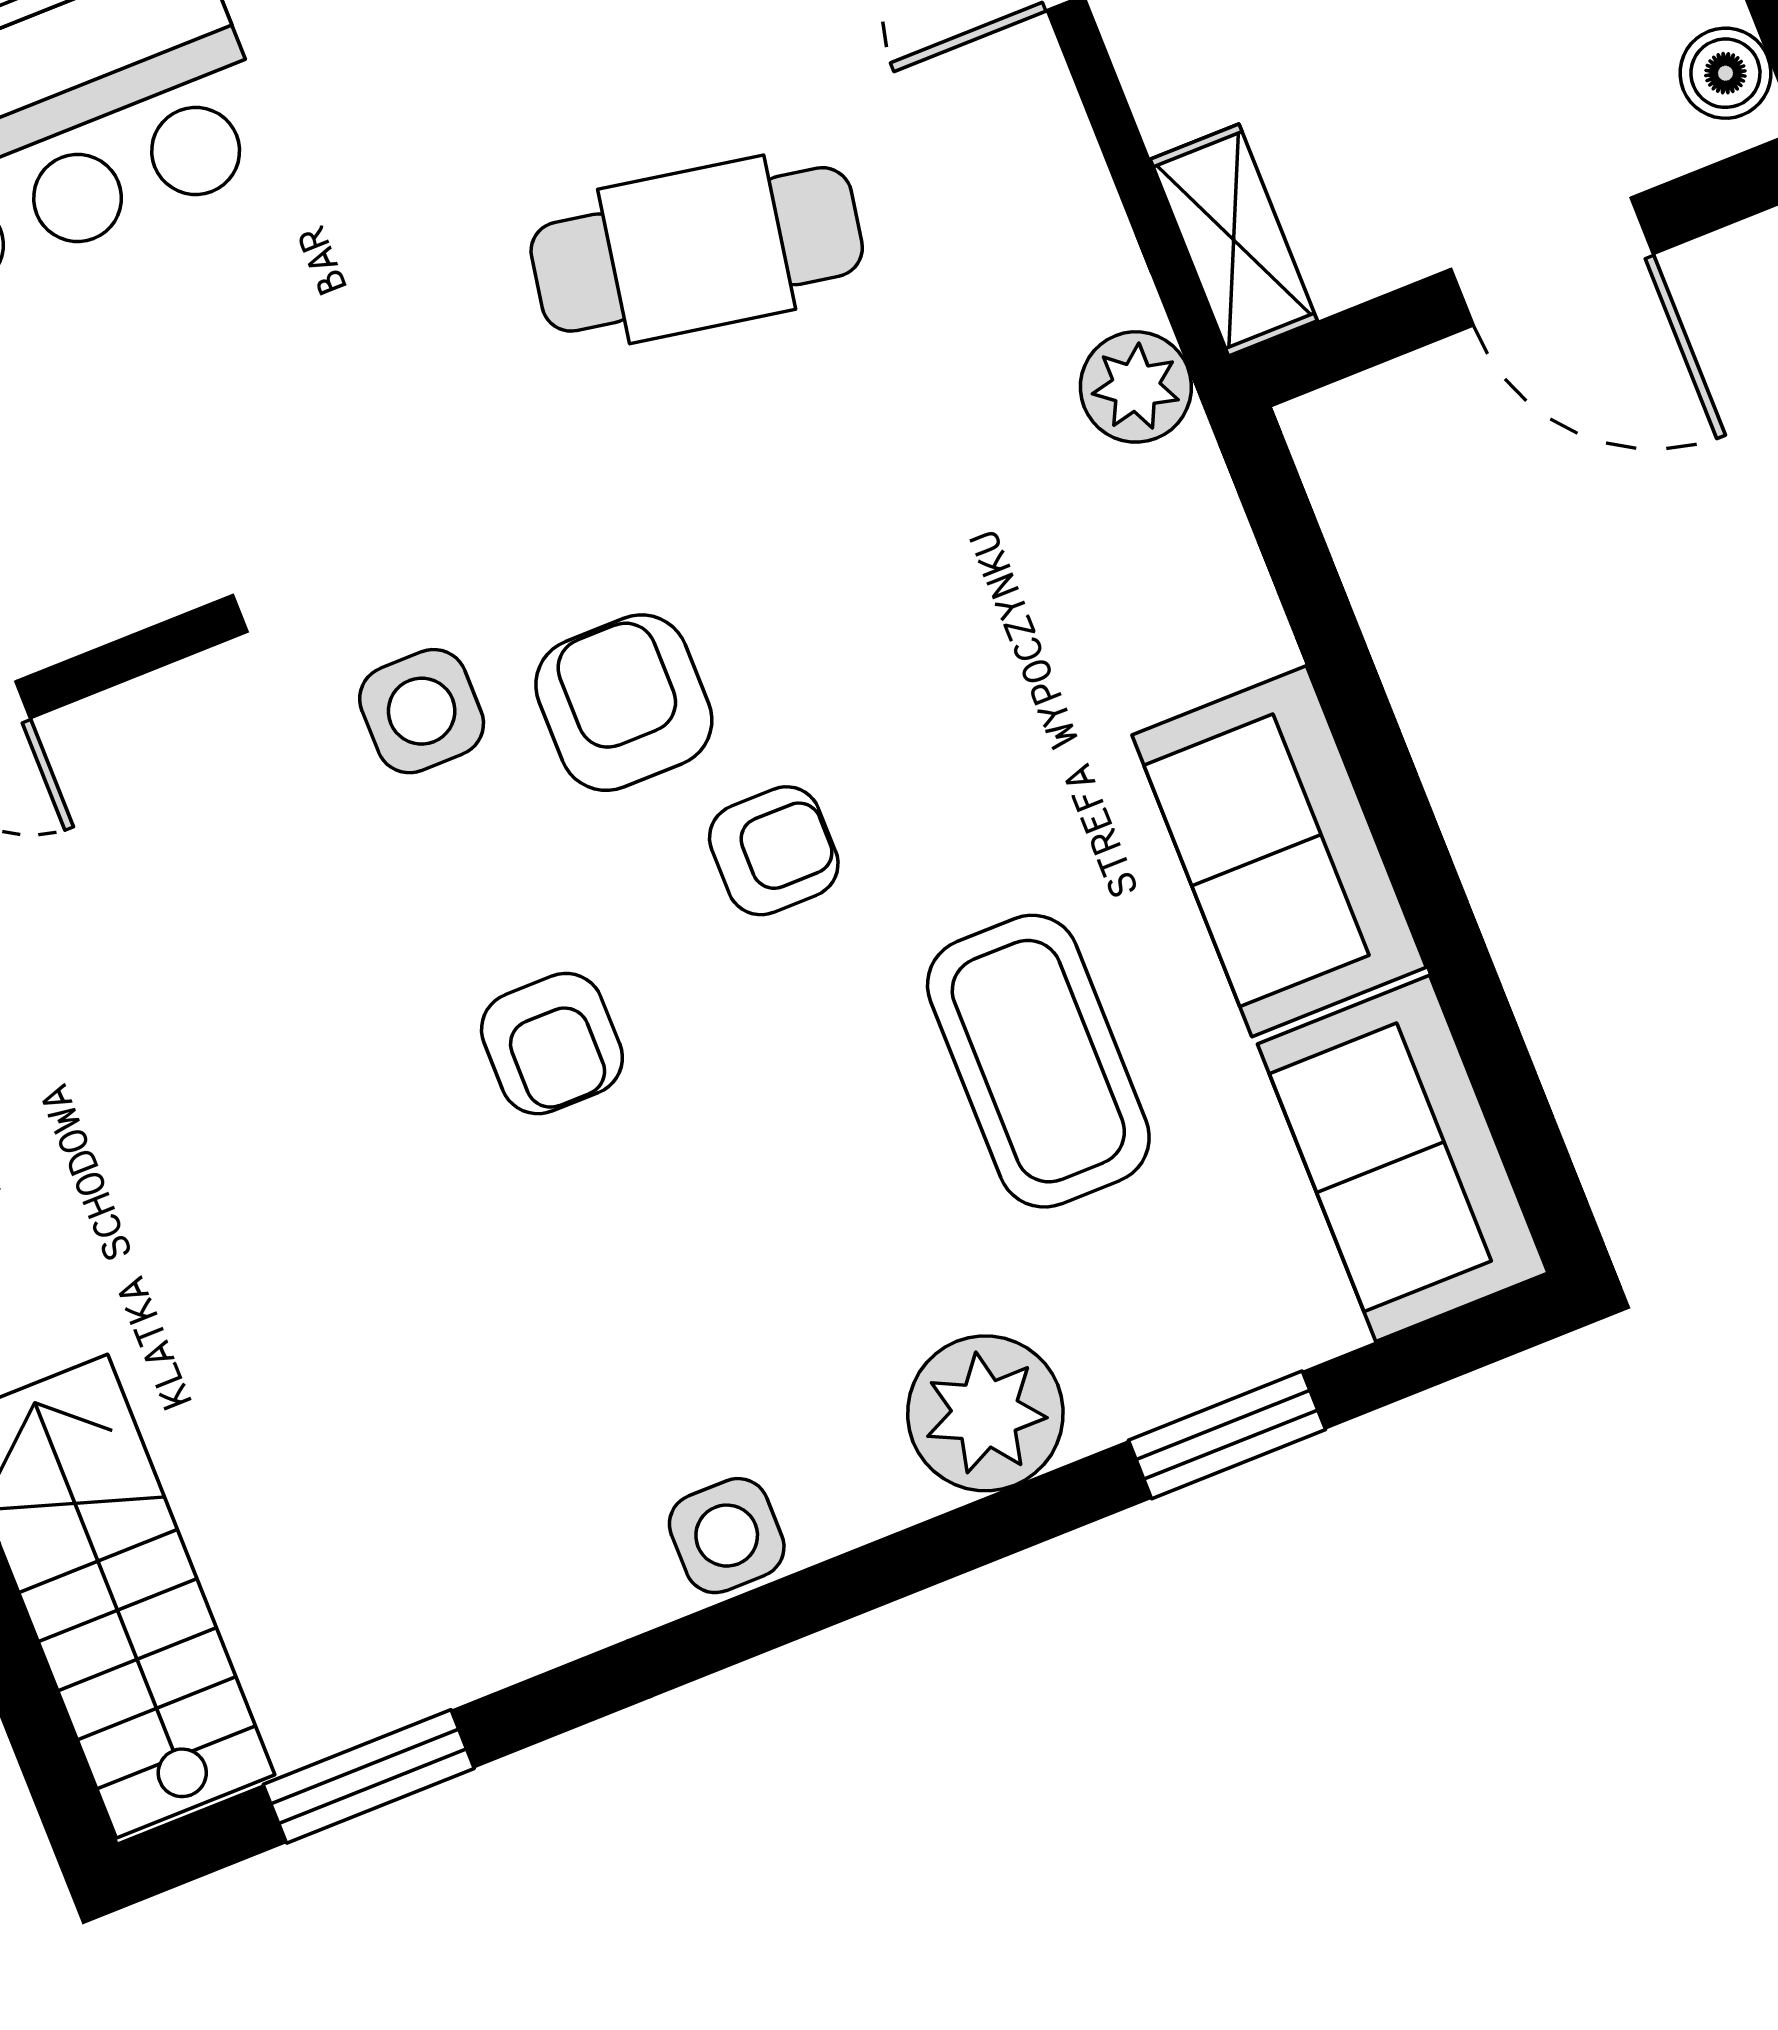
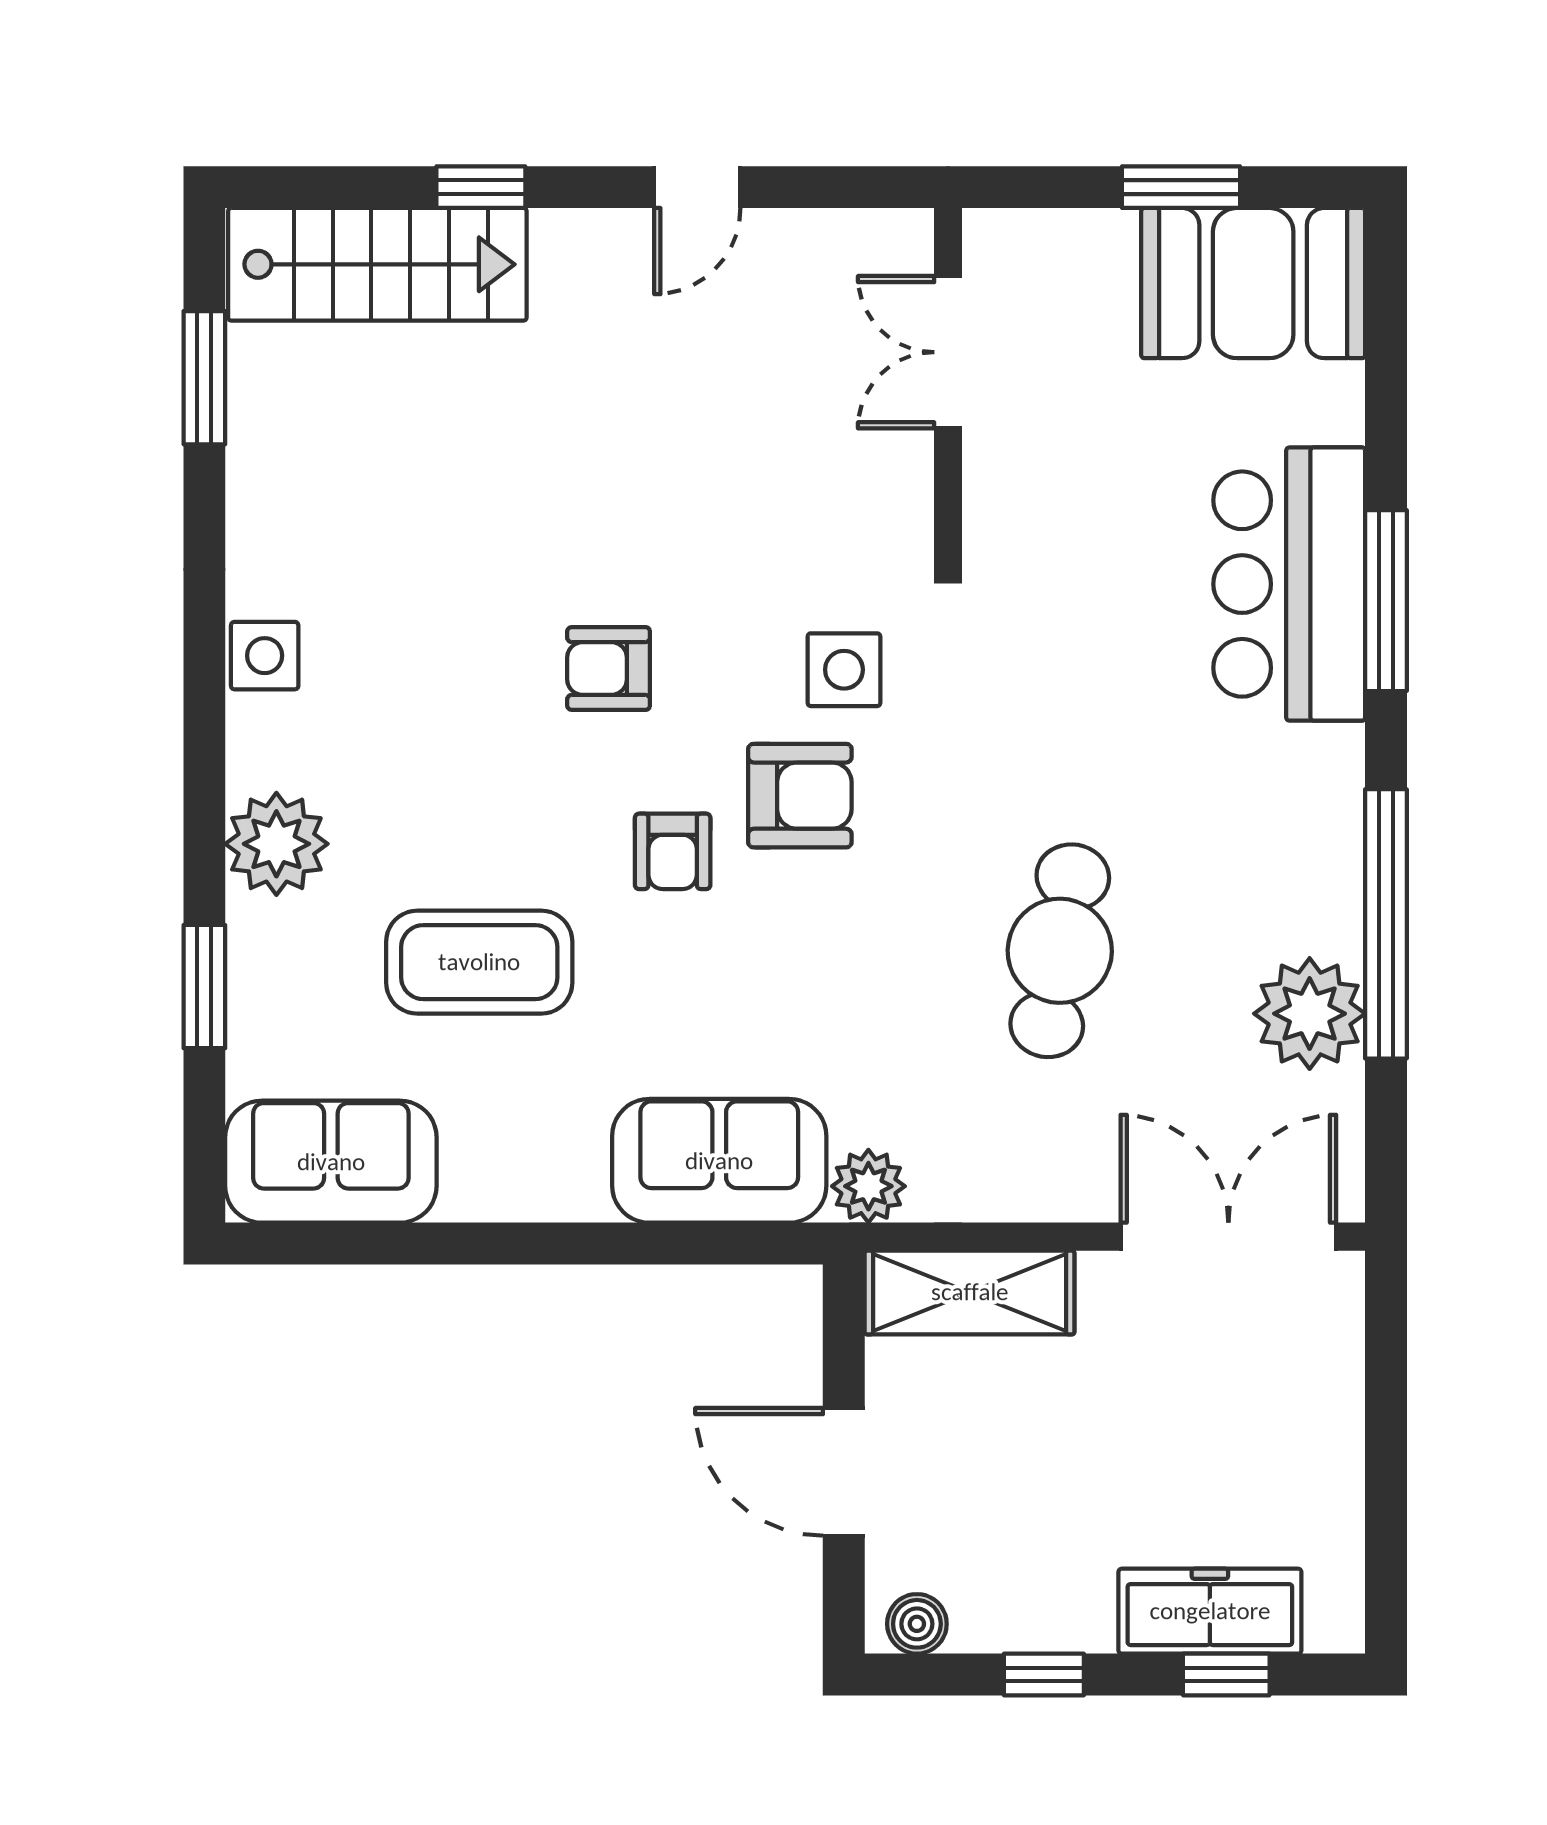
shelving: (1234, 240) -> (970, 1292), width x1.50, depth x1.33
door: (1552, 261) -> (844, 1472), hinge flipped
sofa: (1279, 851) -> (719, 1161), moved

